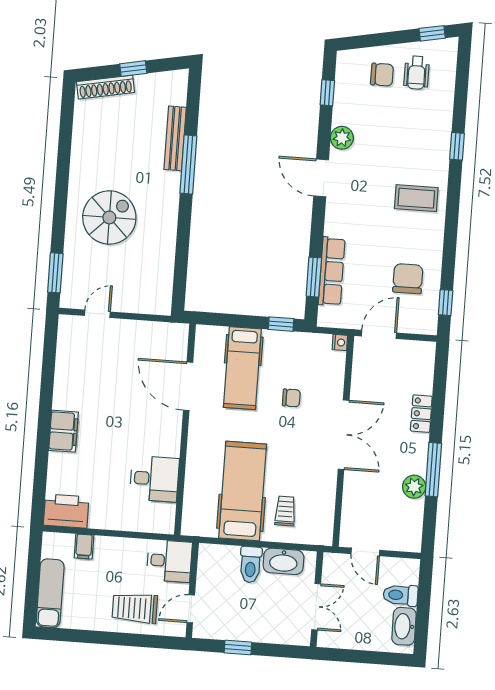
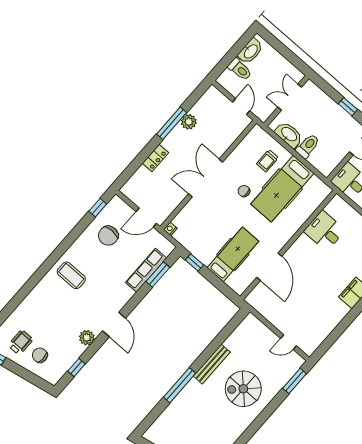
bench: (175, 138) -> (212, 364), moved
window: (457, 146) -> (29, 287), removed
chair: (291, 398) -> (244, 191), moved

